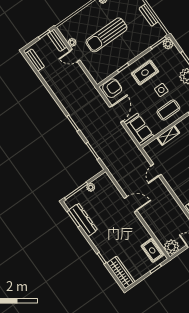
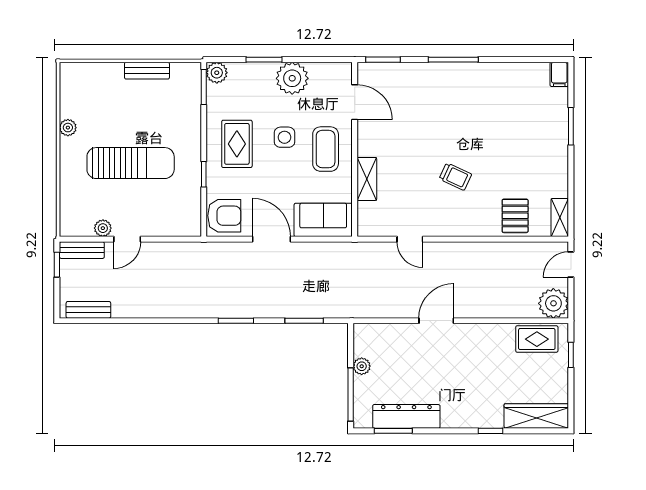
sun lounger: (106, 35) -> (131, 163), turned -90
armchair: (112, 88) -> (224, 216), turned 90

